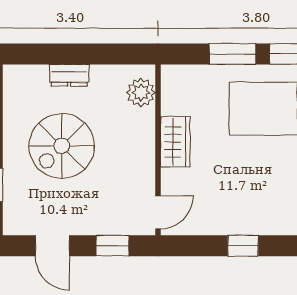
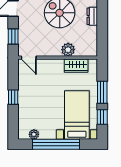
plant: (141, 93) -> (68, 50), moved
wardrobe: (175, 142) -> (76, 66), moved

